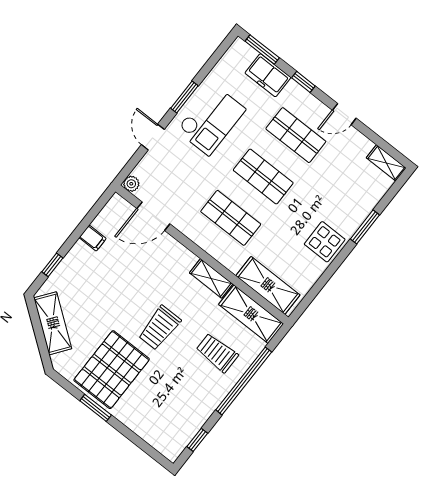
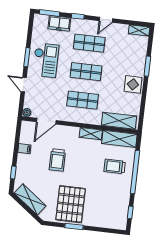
trolley: (160, 328) -> (57, 160), moved

